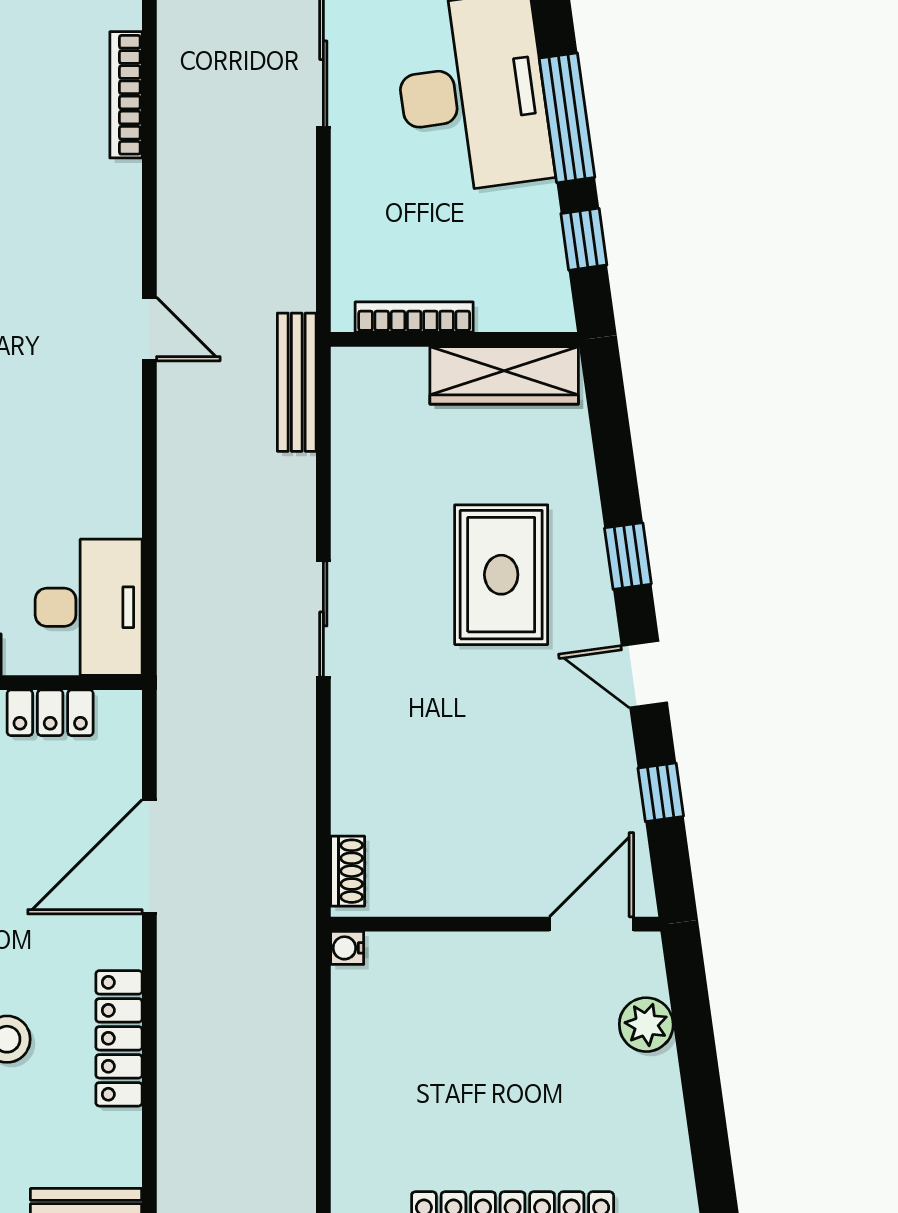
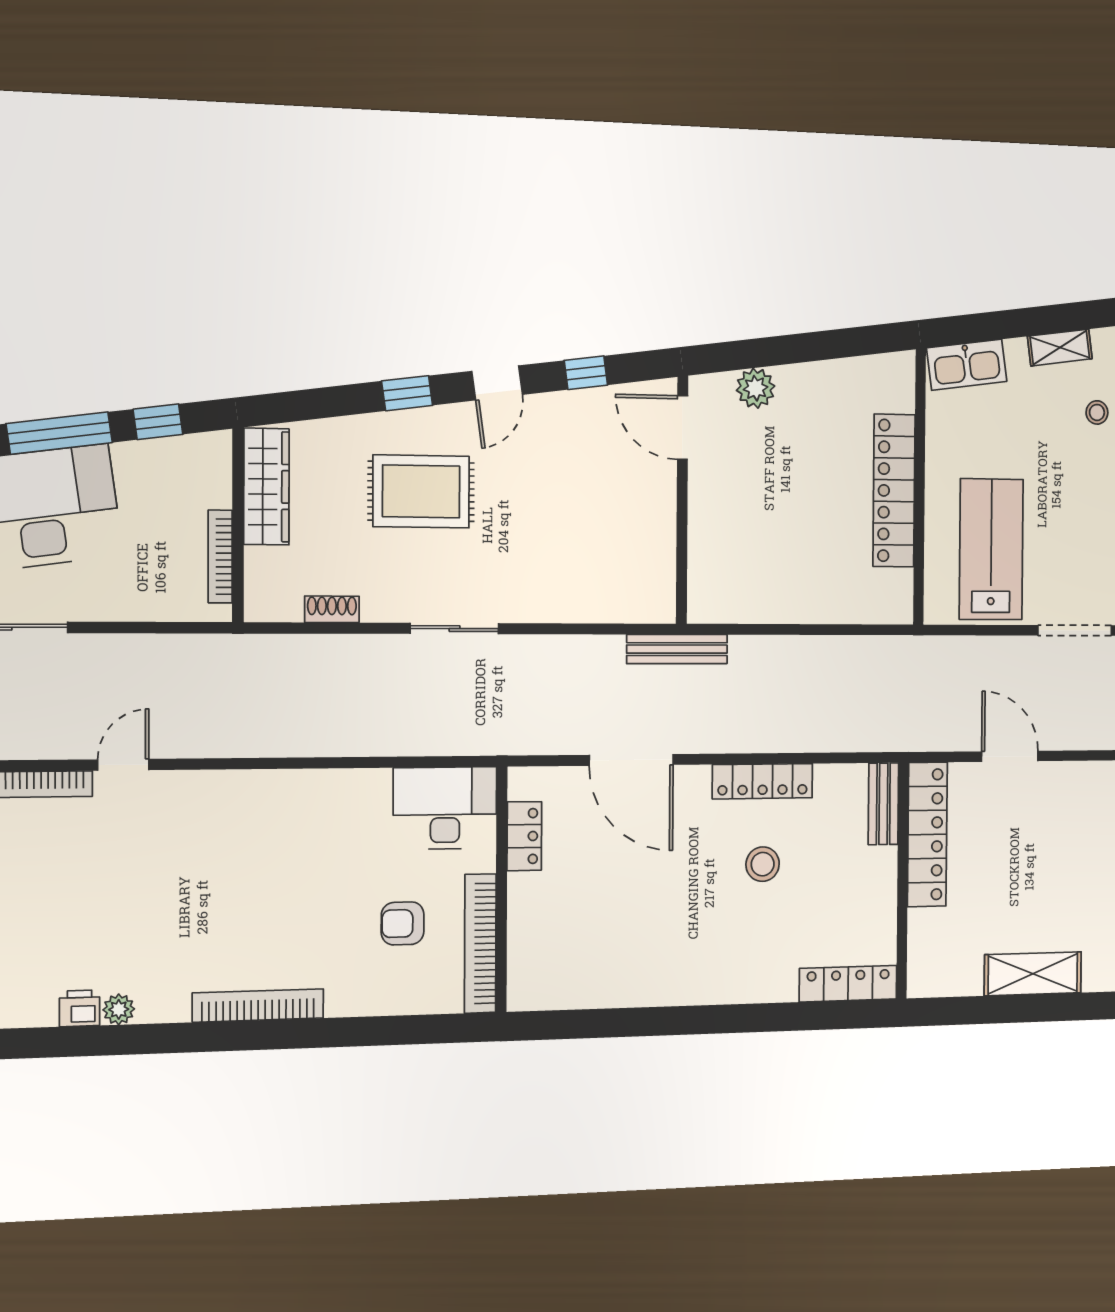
door: (149, 329) -> (123, 765), moved
bench: (297, 382) -> (677, 649), moved
shoe rack: (348, 871) -> (332, 609), moved
water cooler: (347, 948) -> (699, 611), removed

